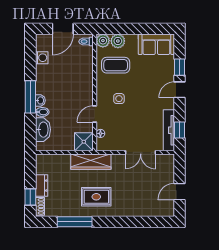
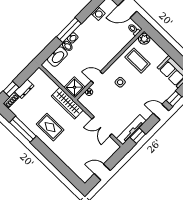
plant: (118, 41) -> (153, 48), removed

